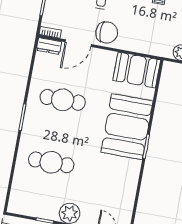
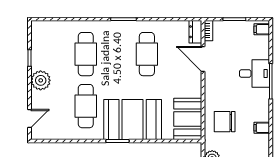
chair: (107, 32) -> (225, 122), moved, turned 90
cafe table: (104, 172) -> (86, 106), added

